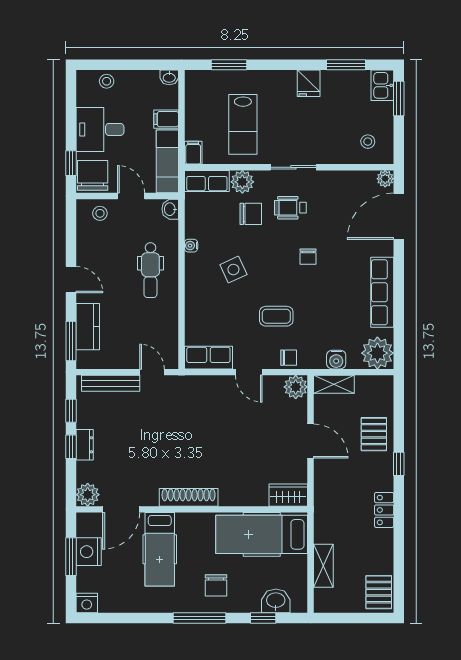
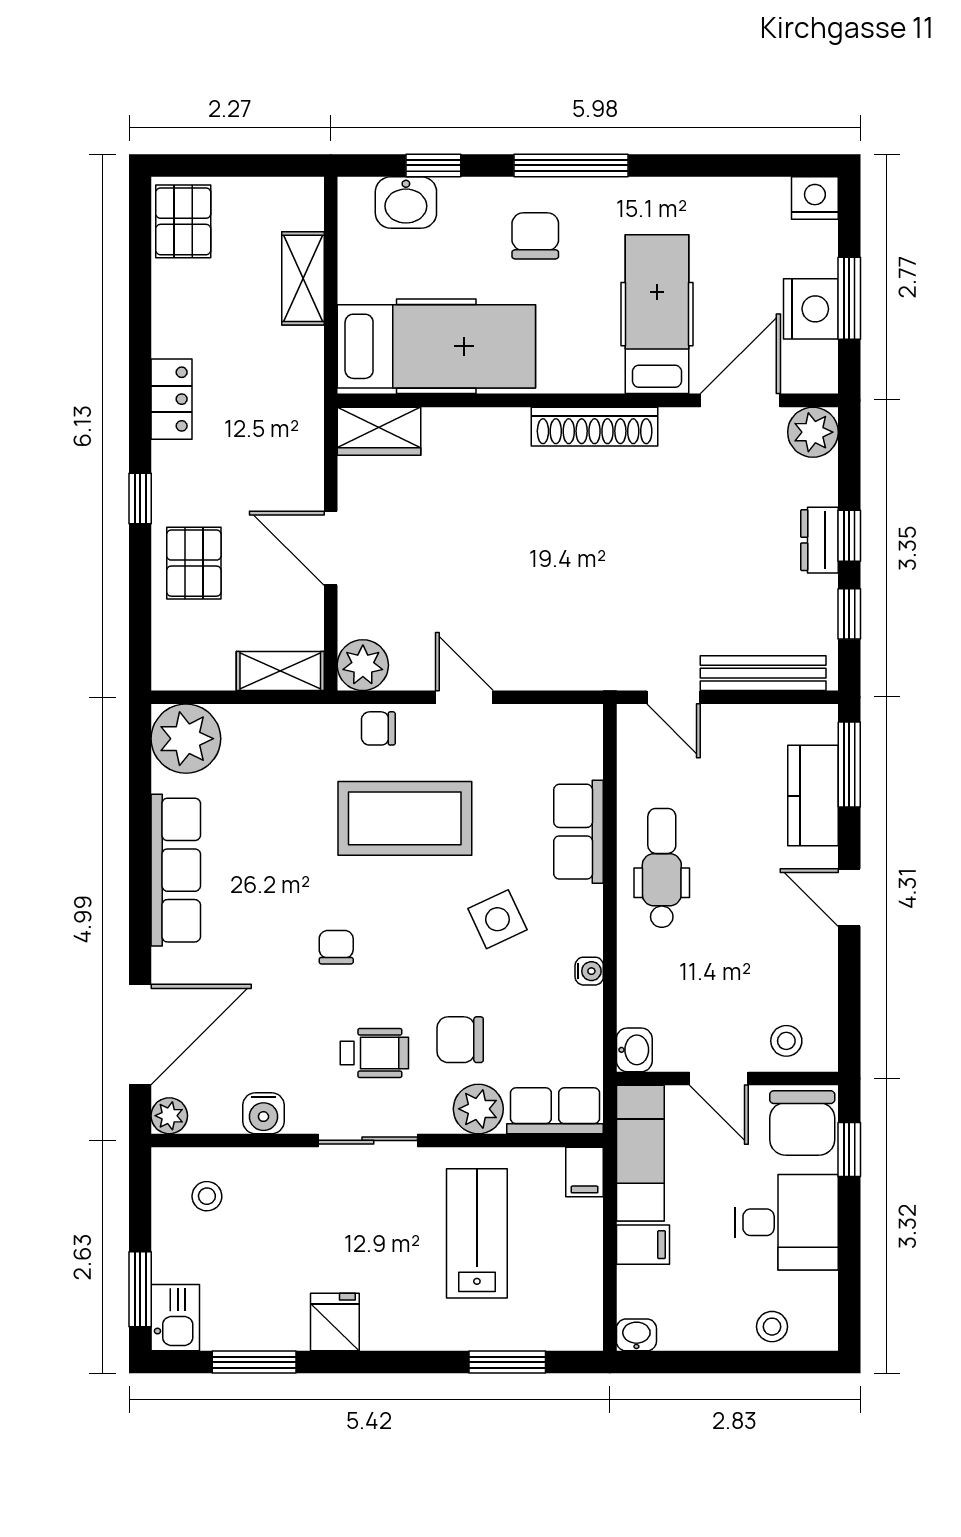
dental chair: (150, 270) -> (662, 868), moved
coffee table: (276, 316) -> (405, 818), width x1.86, depth x1.72
row of seats: (208, 358) -> (579, 832), moved, turned 90
water cooler: (336, 360) -> (263, 1113), moved, turned 180

